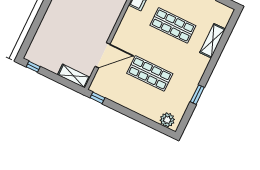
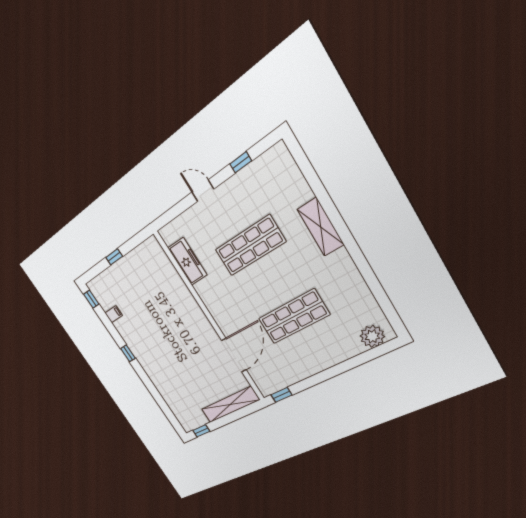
shelving: (213, 41) -> (321, 227), moved
shelving: (74, 76) -> (230, 405), width x1.47
window: (197, 95) -> (368, 274), removed

